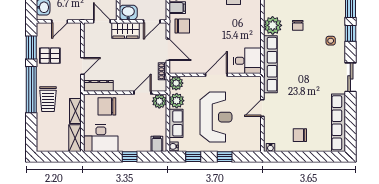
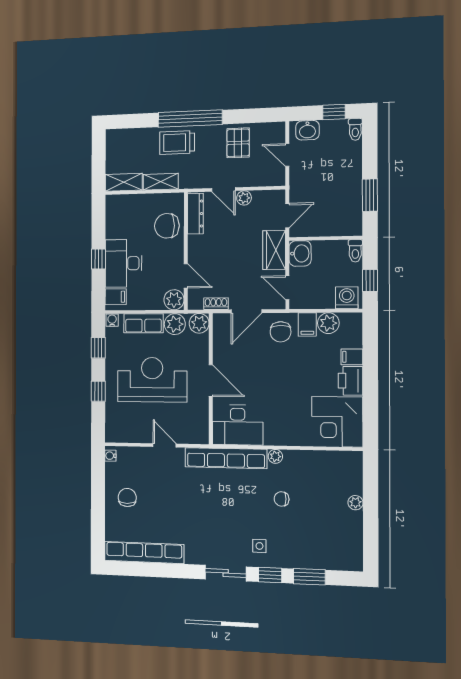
plant: (273, 25) -> (275, 456), width x0.53, depth x0.53
window: (31, 48) -> (249, 116), removed
plant: (89, 51) -> (244, 198), added
desk: (247, 61) -> (238, 425), width x1.37
sliding door: (350, 77) -> (226, 573), moved
chair: (107, 106) -> (167, 226), turned -90
reception desk: (216, 117) -> (152, 380), turned 180
desk: (101, 138) -> (123, 263), moved

